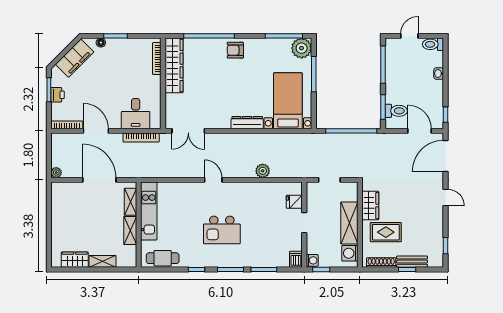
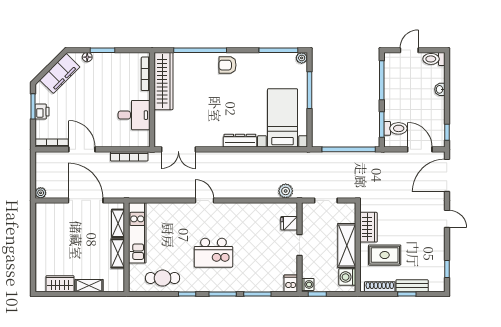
plant: (302, 48) -> (302, 58), width x0.53, depth x0.53
desk: (136, 114) -> (134, 115), moved, turned -90
plant: (263, 171) -> (286, 191), moved
cafe table: (163, 258) -> (163, 278), moved

